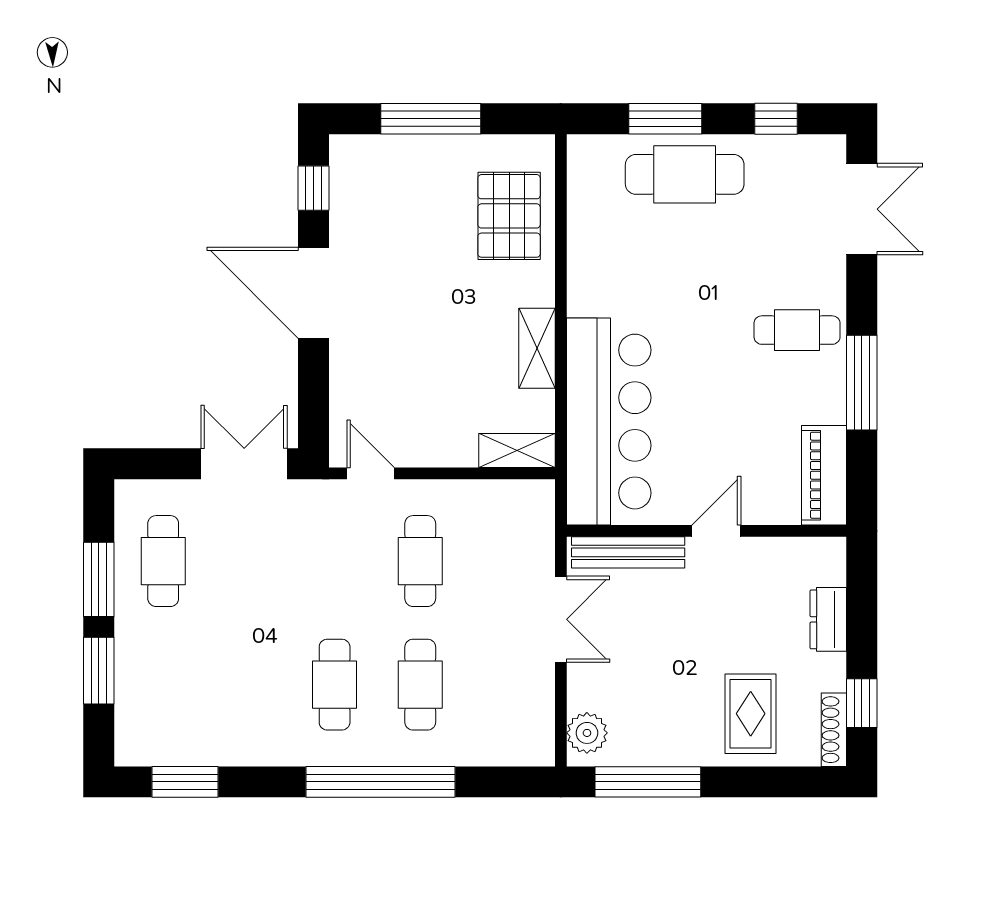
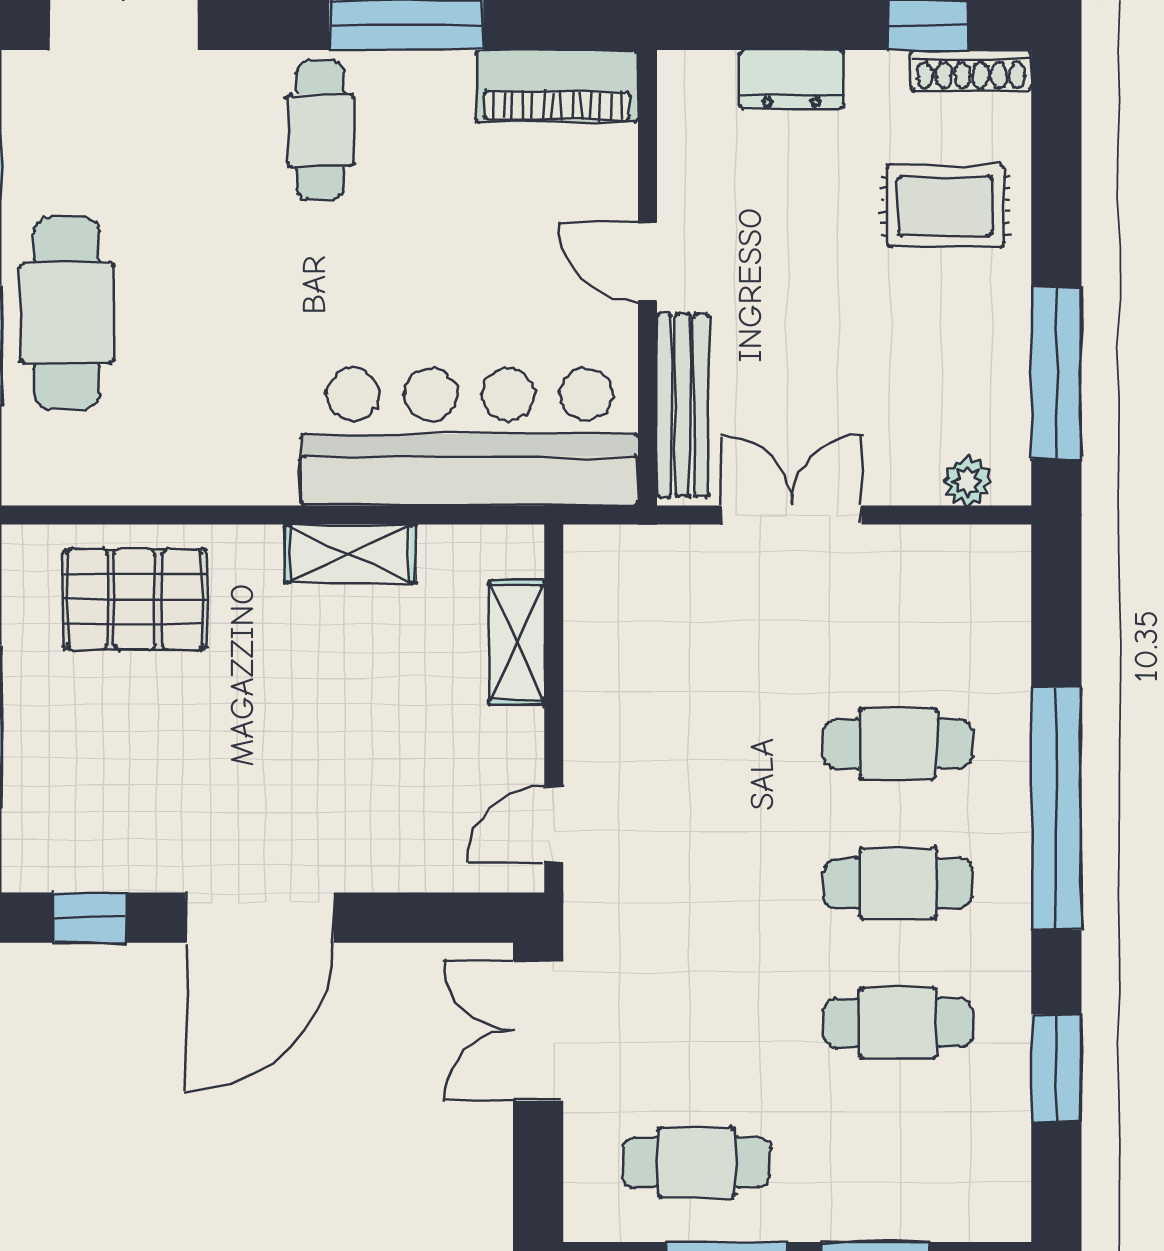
shelving: (517, 450) -> (517, 643), moved
cafe table: (420, 561) -> (898, 1023), moved
plant: (587, 733) -> (967, 481), width x0.73, depth x0.73
window: (185, 782) -> (1056, 1068), moved

